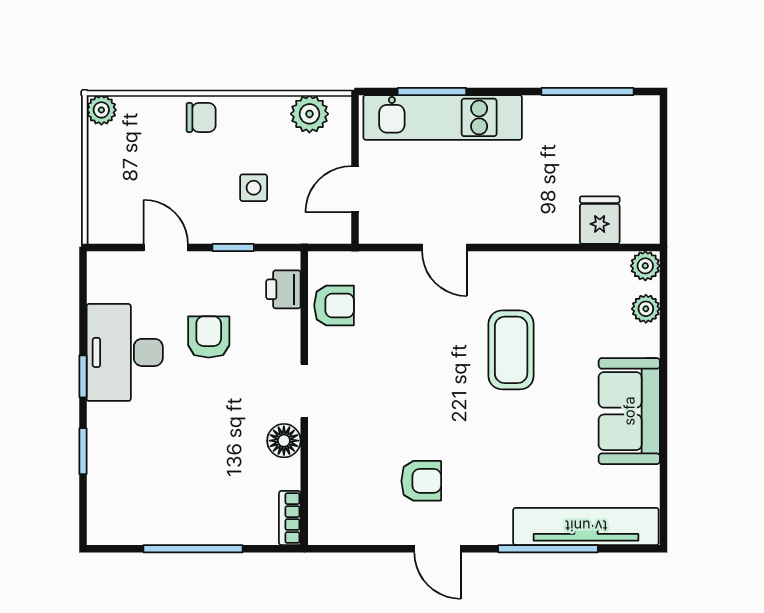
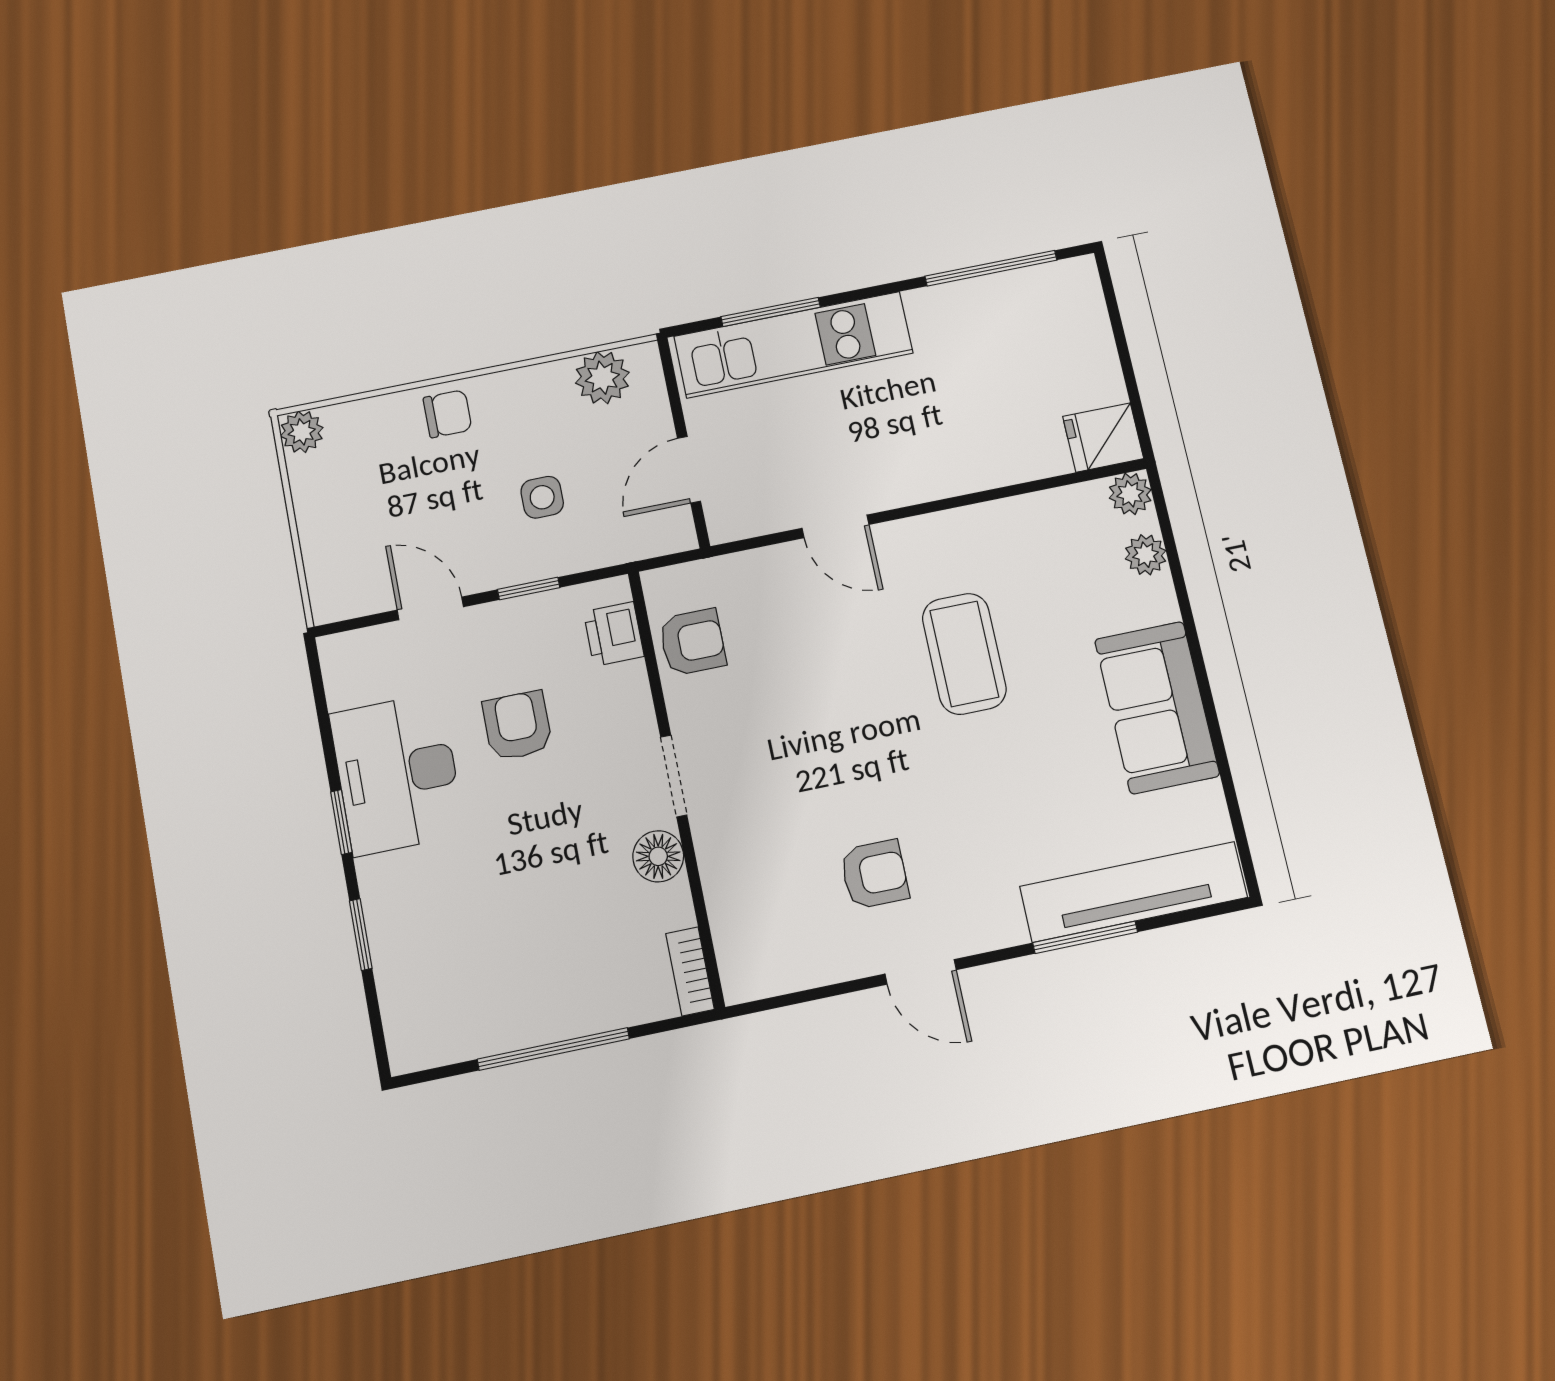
fridge: (600, 220) -> (1103, 438), moved, turned -90
window: (548, 549) -> (1085, 937), width x0.69

